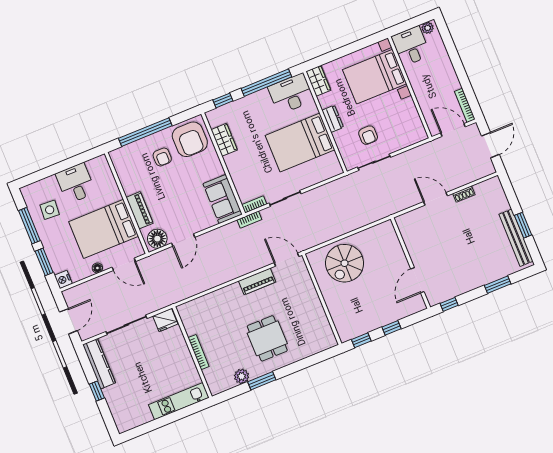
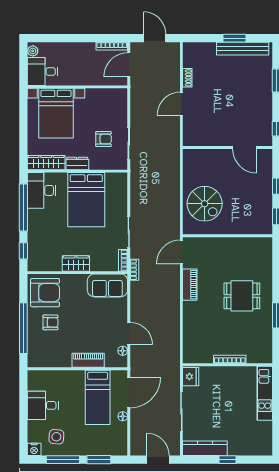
wardrobe: (318, 81) -> (46, 163), width x1.50
wardrobe: (224, 140) -> (76, 263), moved
bed: (104, 229) -> (98, 397), width x0.67
floor lamp: (157, 239) -> (123, 351), width x0.53, depth x0.53
door: (124, 264) -> (129, 392), width x1.36
nightstand: (63, 279) -> (34, 449), moved
plant: (242, 376) -> (265, 331), removed

